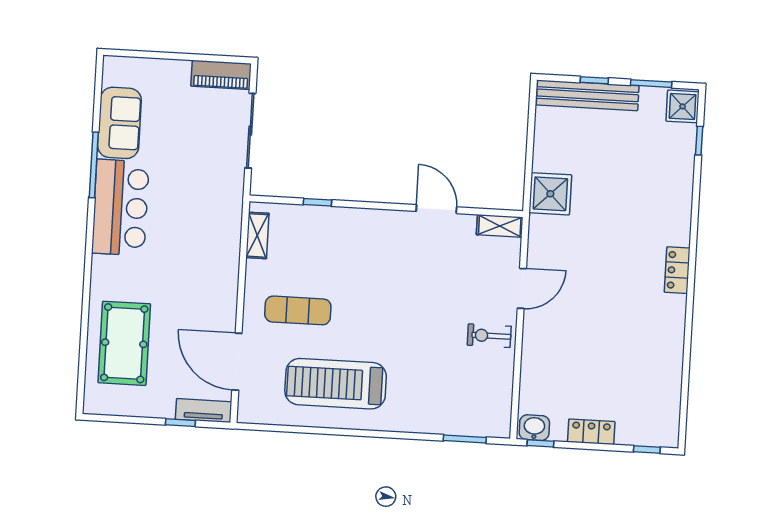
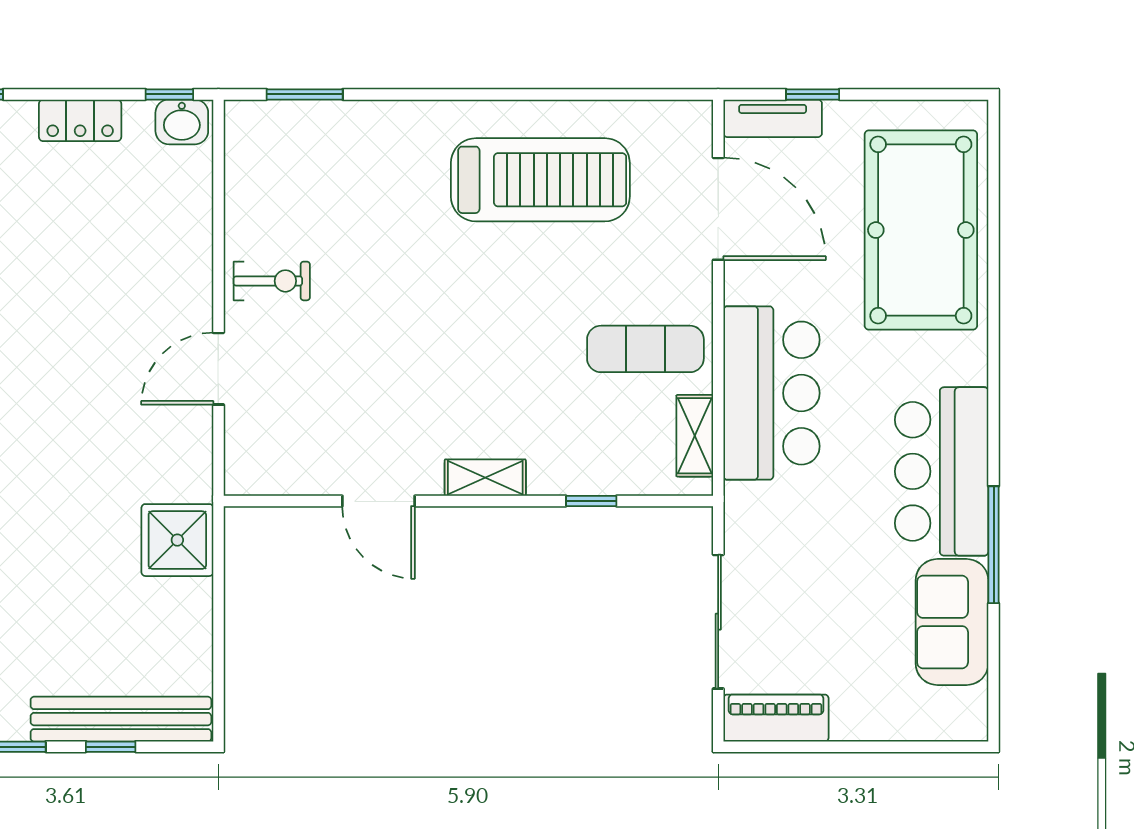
shelving: (500, 226) -> (485, 478), moved
bar counter: (213, 257) -> (771, 393), added
exercise mat: (298, 310) -> (645, 349), moved
pool table: (124, 343) -> (921, 230), width x1.36, depth x1.32

